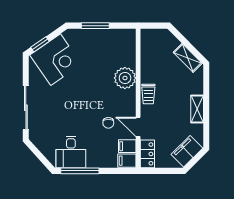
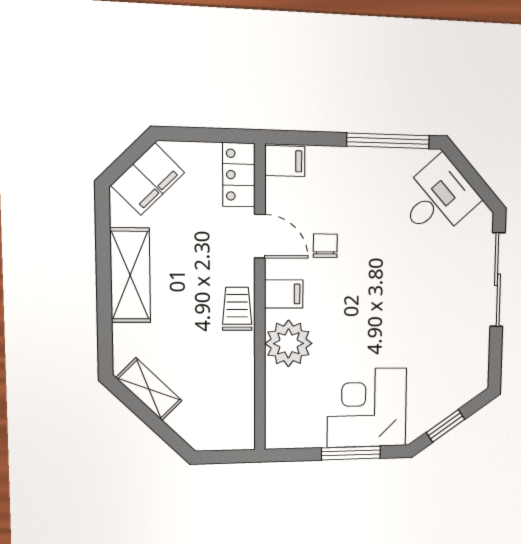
window: (40, 44) -> (446, 426), moved
corner desk: (56, 60) -> (367, 408), moved, turned 35
shelving: (197, 109) -> (130, 275), width x1.50, depth x1.33
filing cabinet: (127, 146) -> (284, 294), moved
desk: (71, 152) -> (438, 198), moved, turned 48

